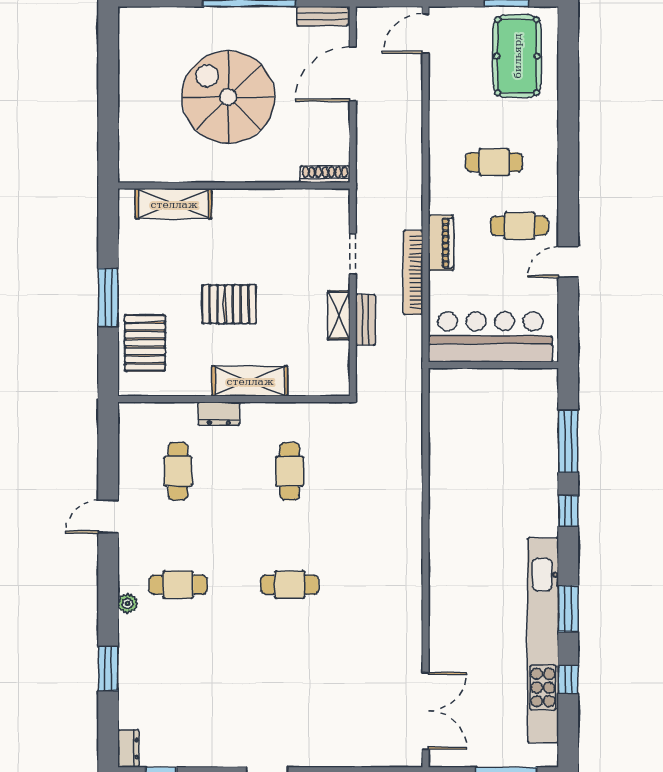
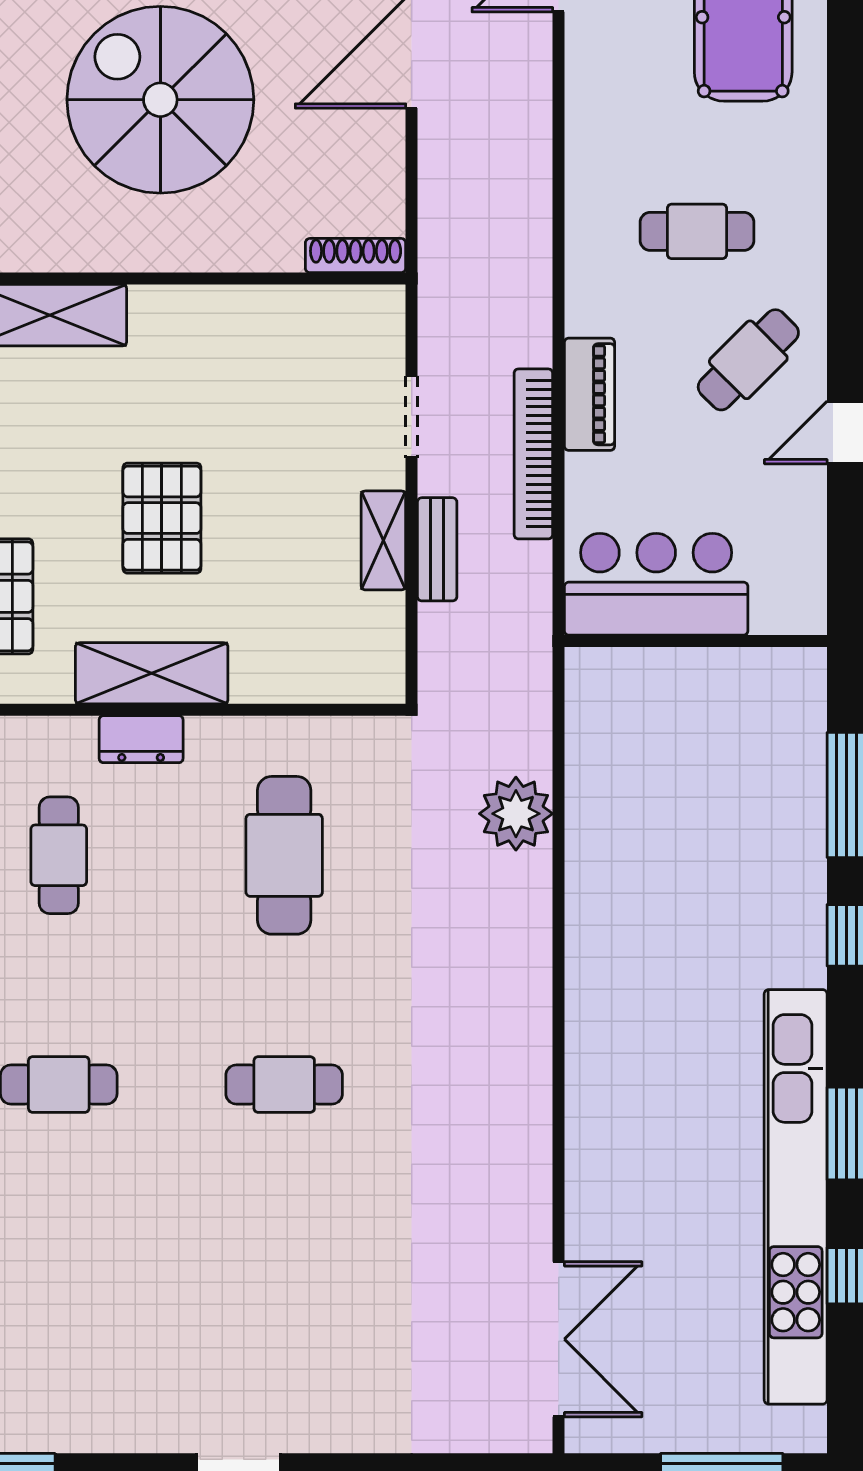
cafe table: (519, 226) -> (748, 360), turned -45
pallet: (229, 304) -> (162, 518), turned 90
bar counter: (490, 337) -> (656, 584), width x0.73
shelving: (250, 381) -> (152, 673), moved
plant: (404, 451) -> (516, 814), added
cafe table: (290, 471) -> (284, 855), width x1.37, depth x1.35

